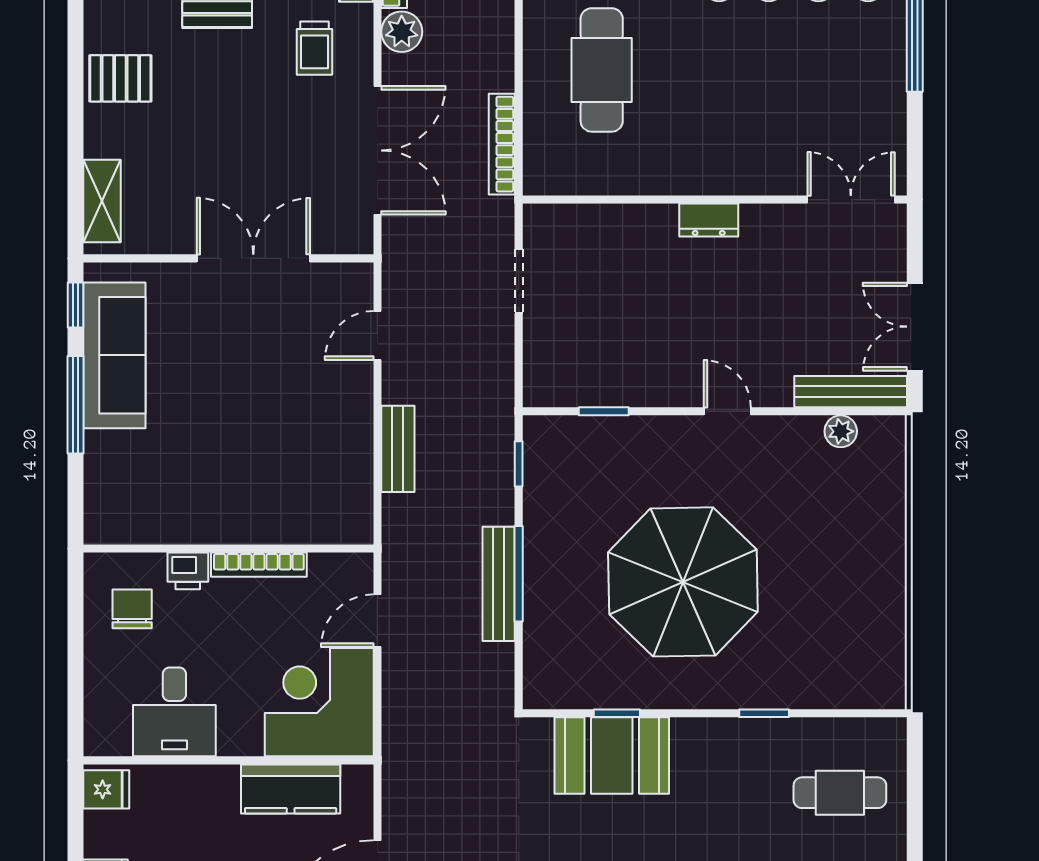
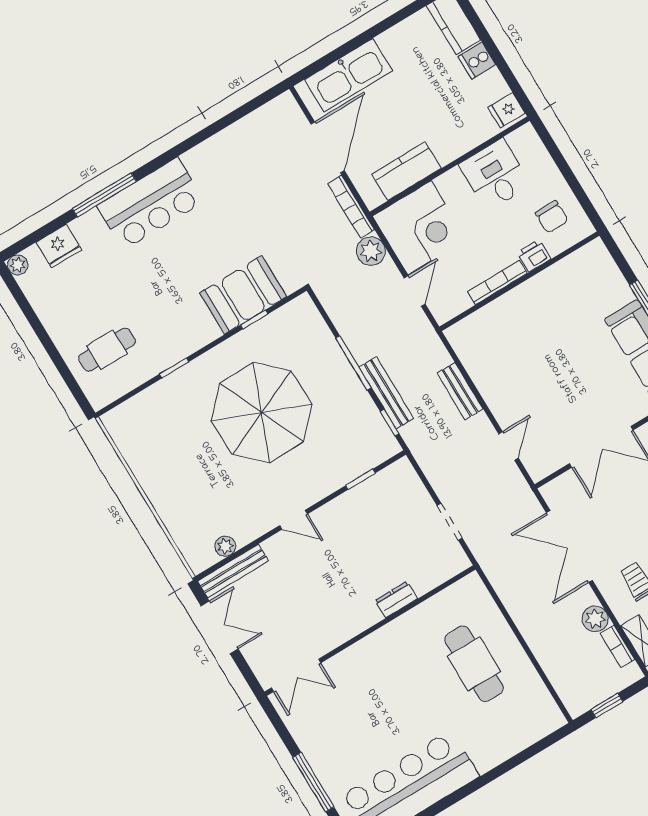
bookcase: (502, 144) -> (351, 207), moved, turned 180
dresser: (709, 220) -> (396, 600), moved
bench: (499, 584) -> (386, 393), moved
plant: (404, 710) -> (371, 251), added

